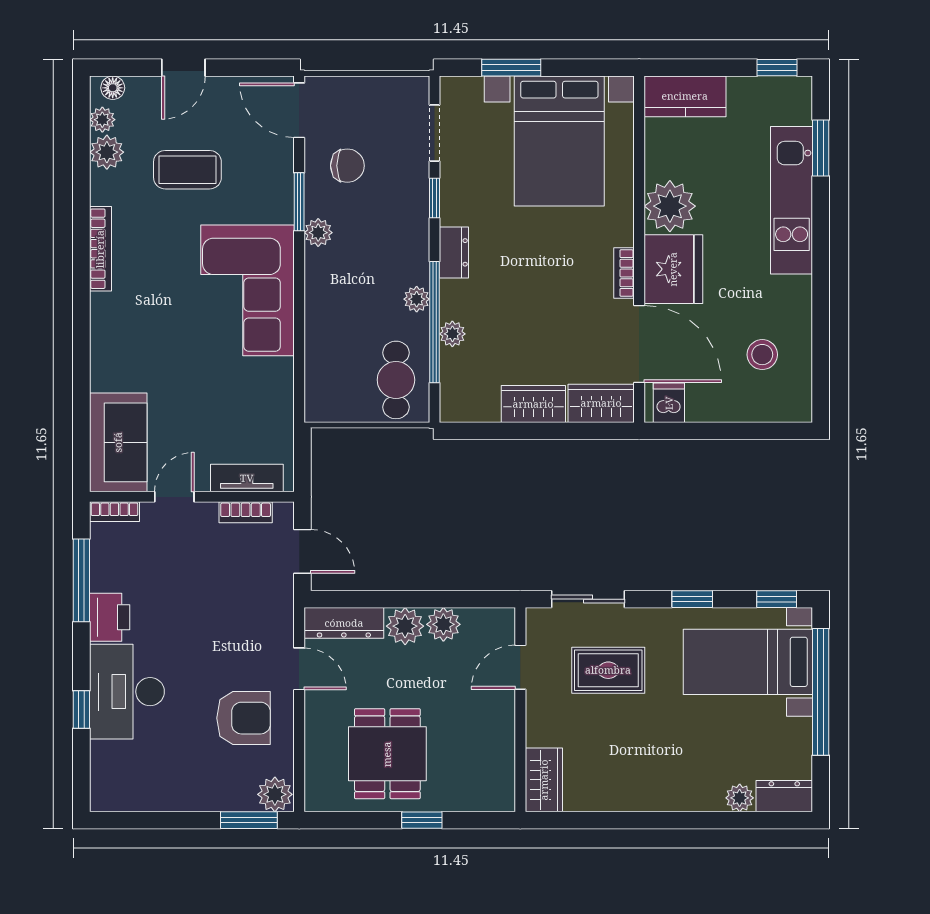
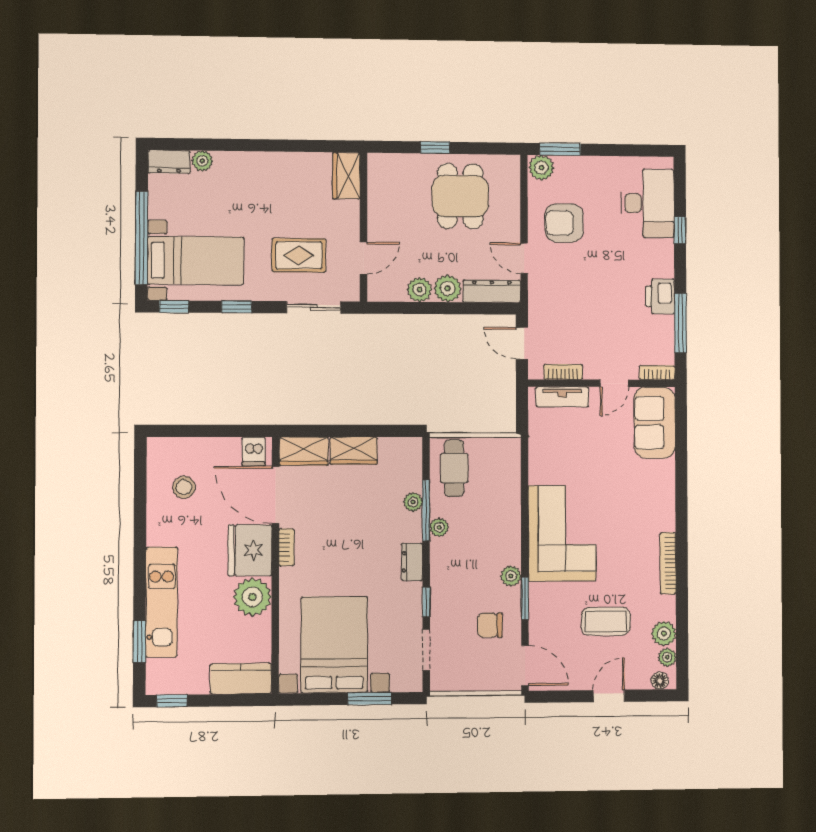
window: (435, 322) -> (426, 511), width x0.68
desk: (127, 692) -> (647, 203), moved

